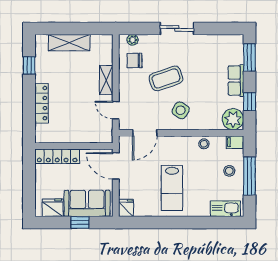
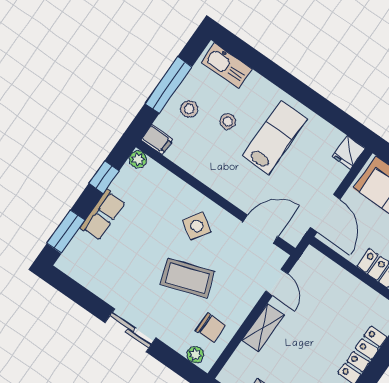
plant: (233, 119) -> (138, 159), width x0.53, depth x0.53
stool: (204, 144) -> (228, 121), moved

